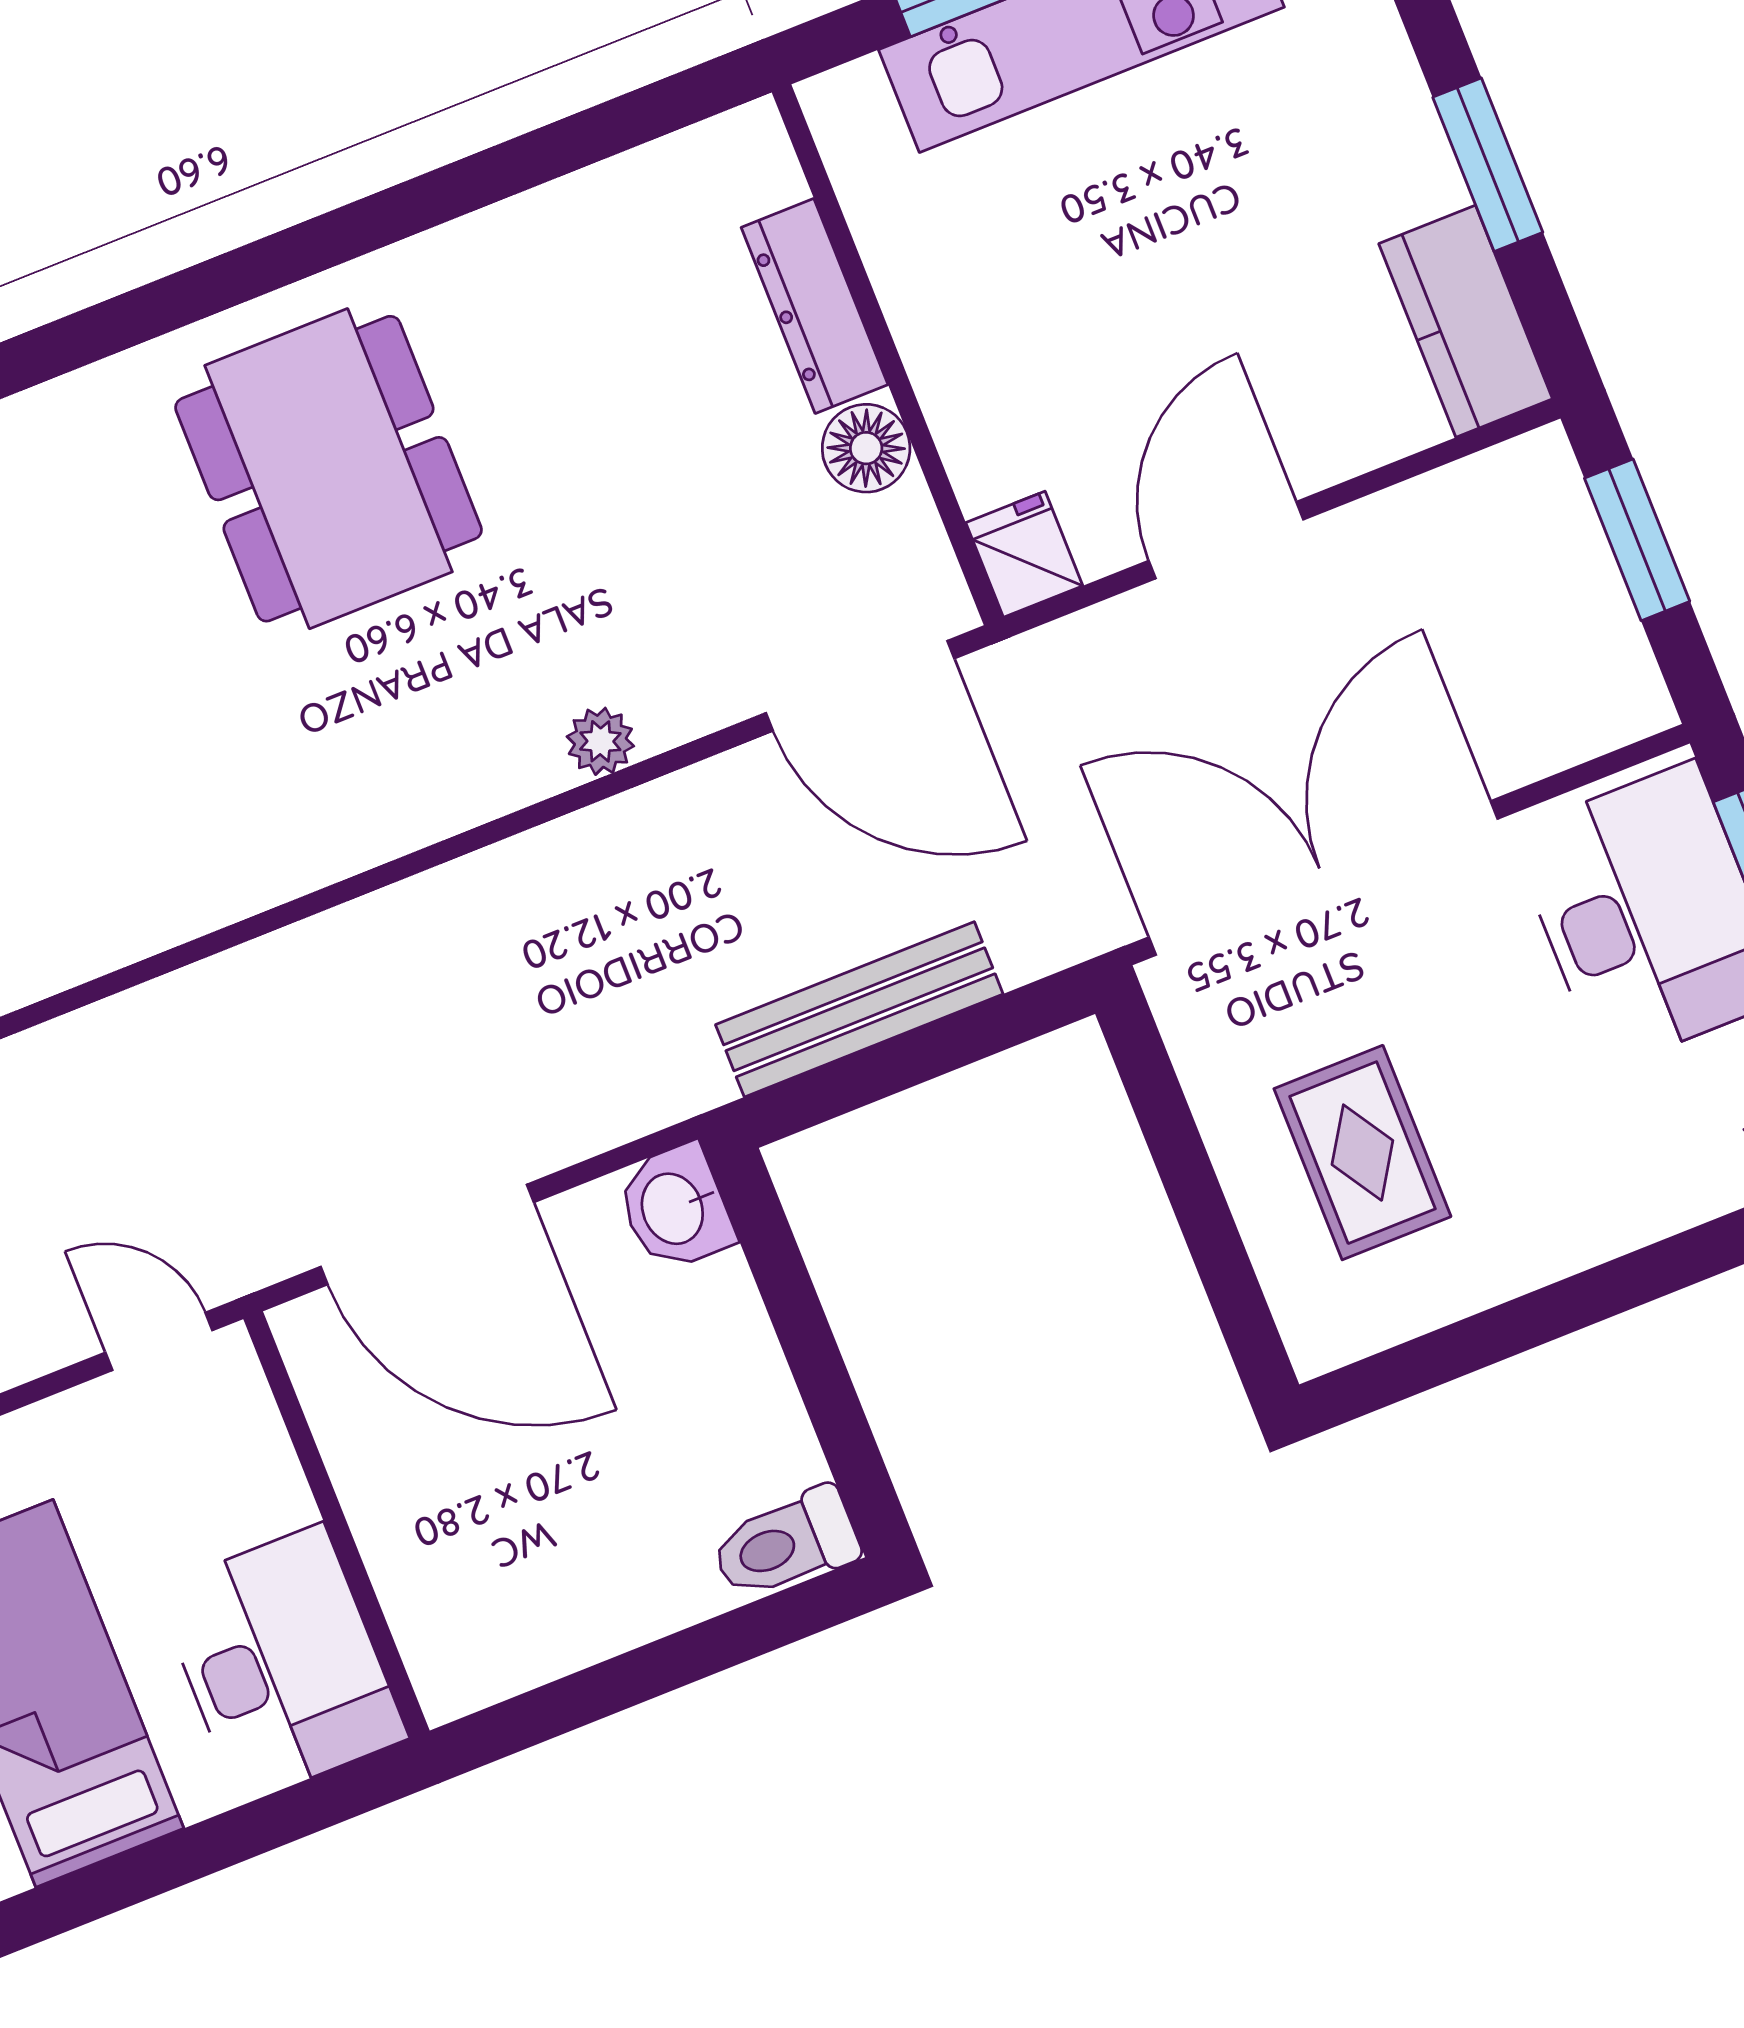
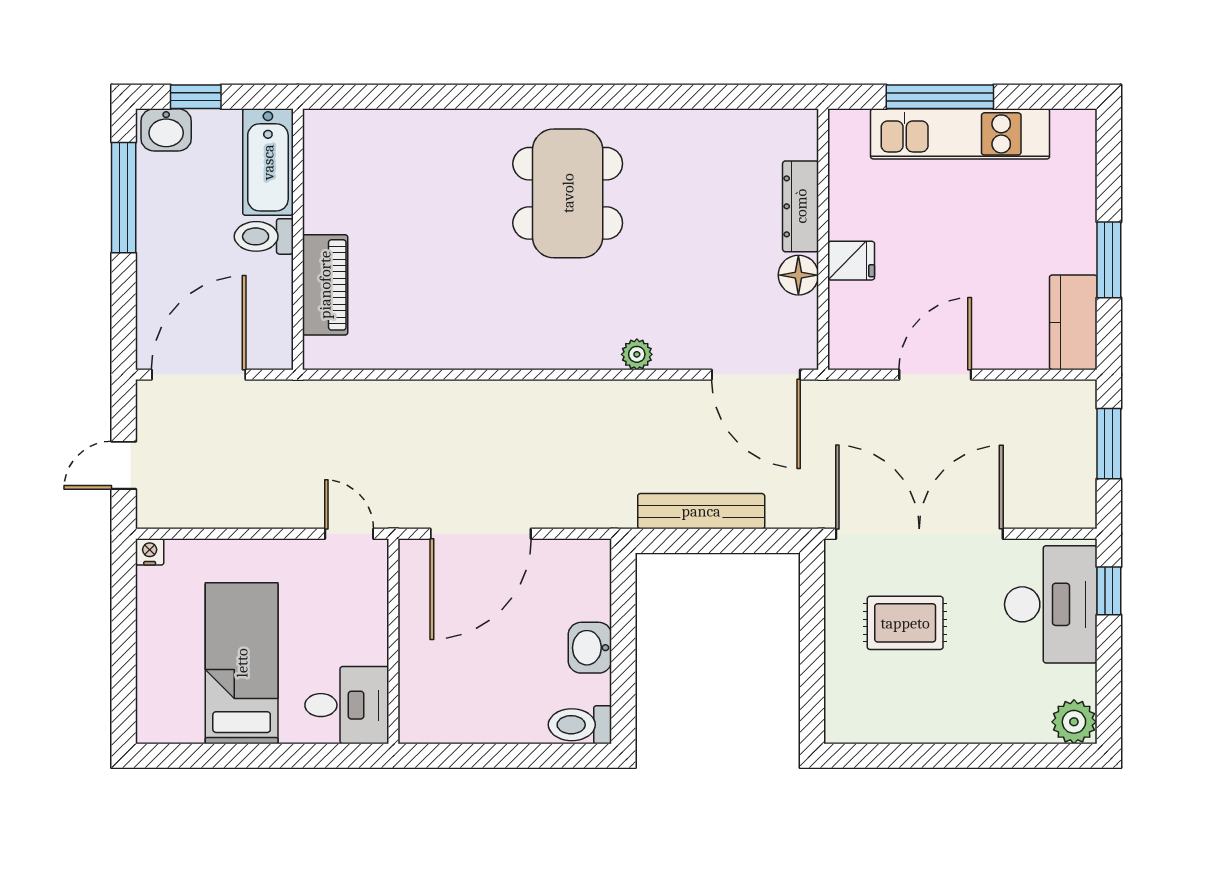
fridge: (1024, 554) -> (851, 261), moved, turned 90
rug: (1362, 1153) -> (905, 623), moved, turned 90
washbasin: (675, 1208) -> (590, 648), moved
door: (427, 1235) -> (481, 534), hinge flipped
desk: (282, 1664) -> (347, 705), width x0.73

